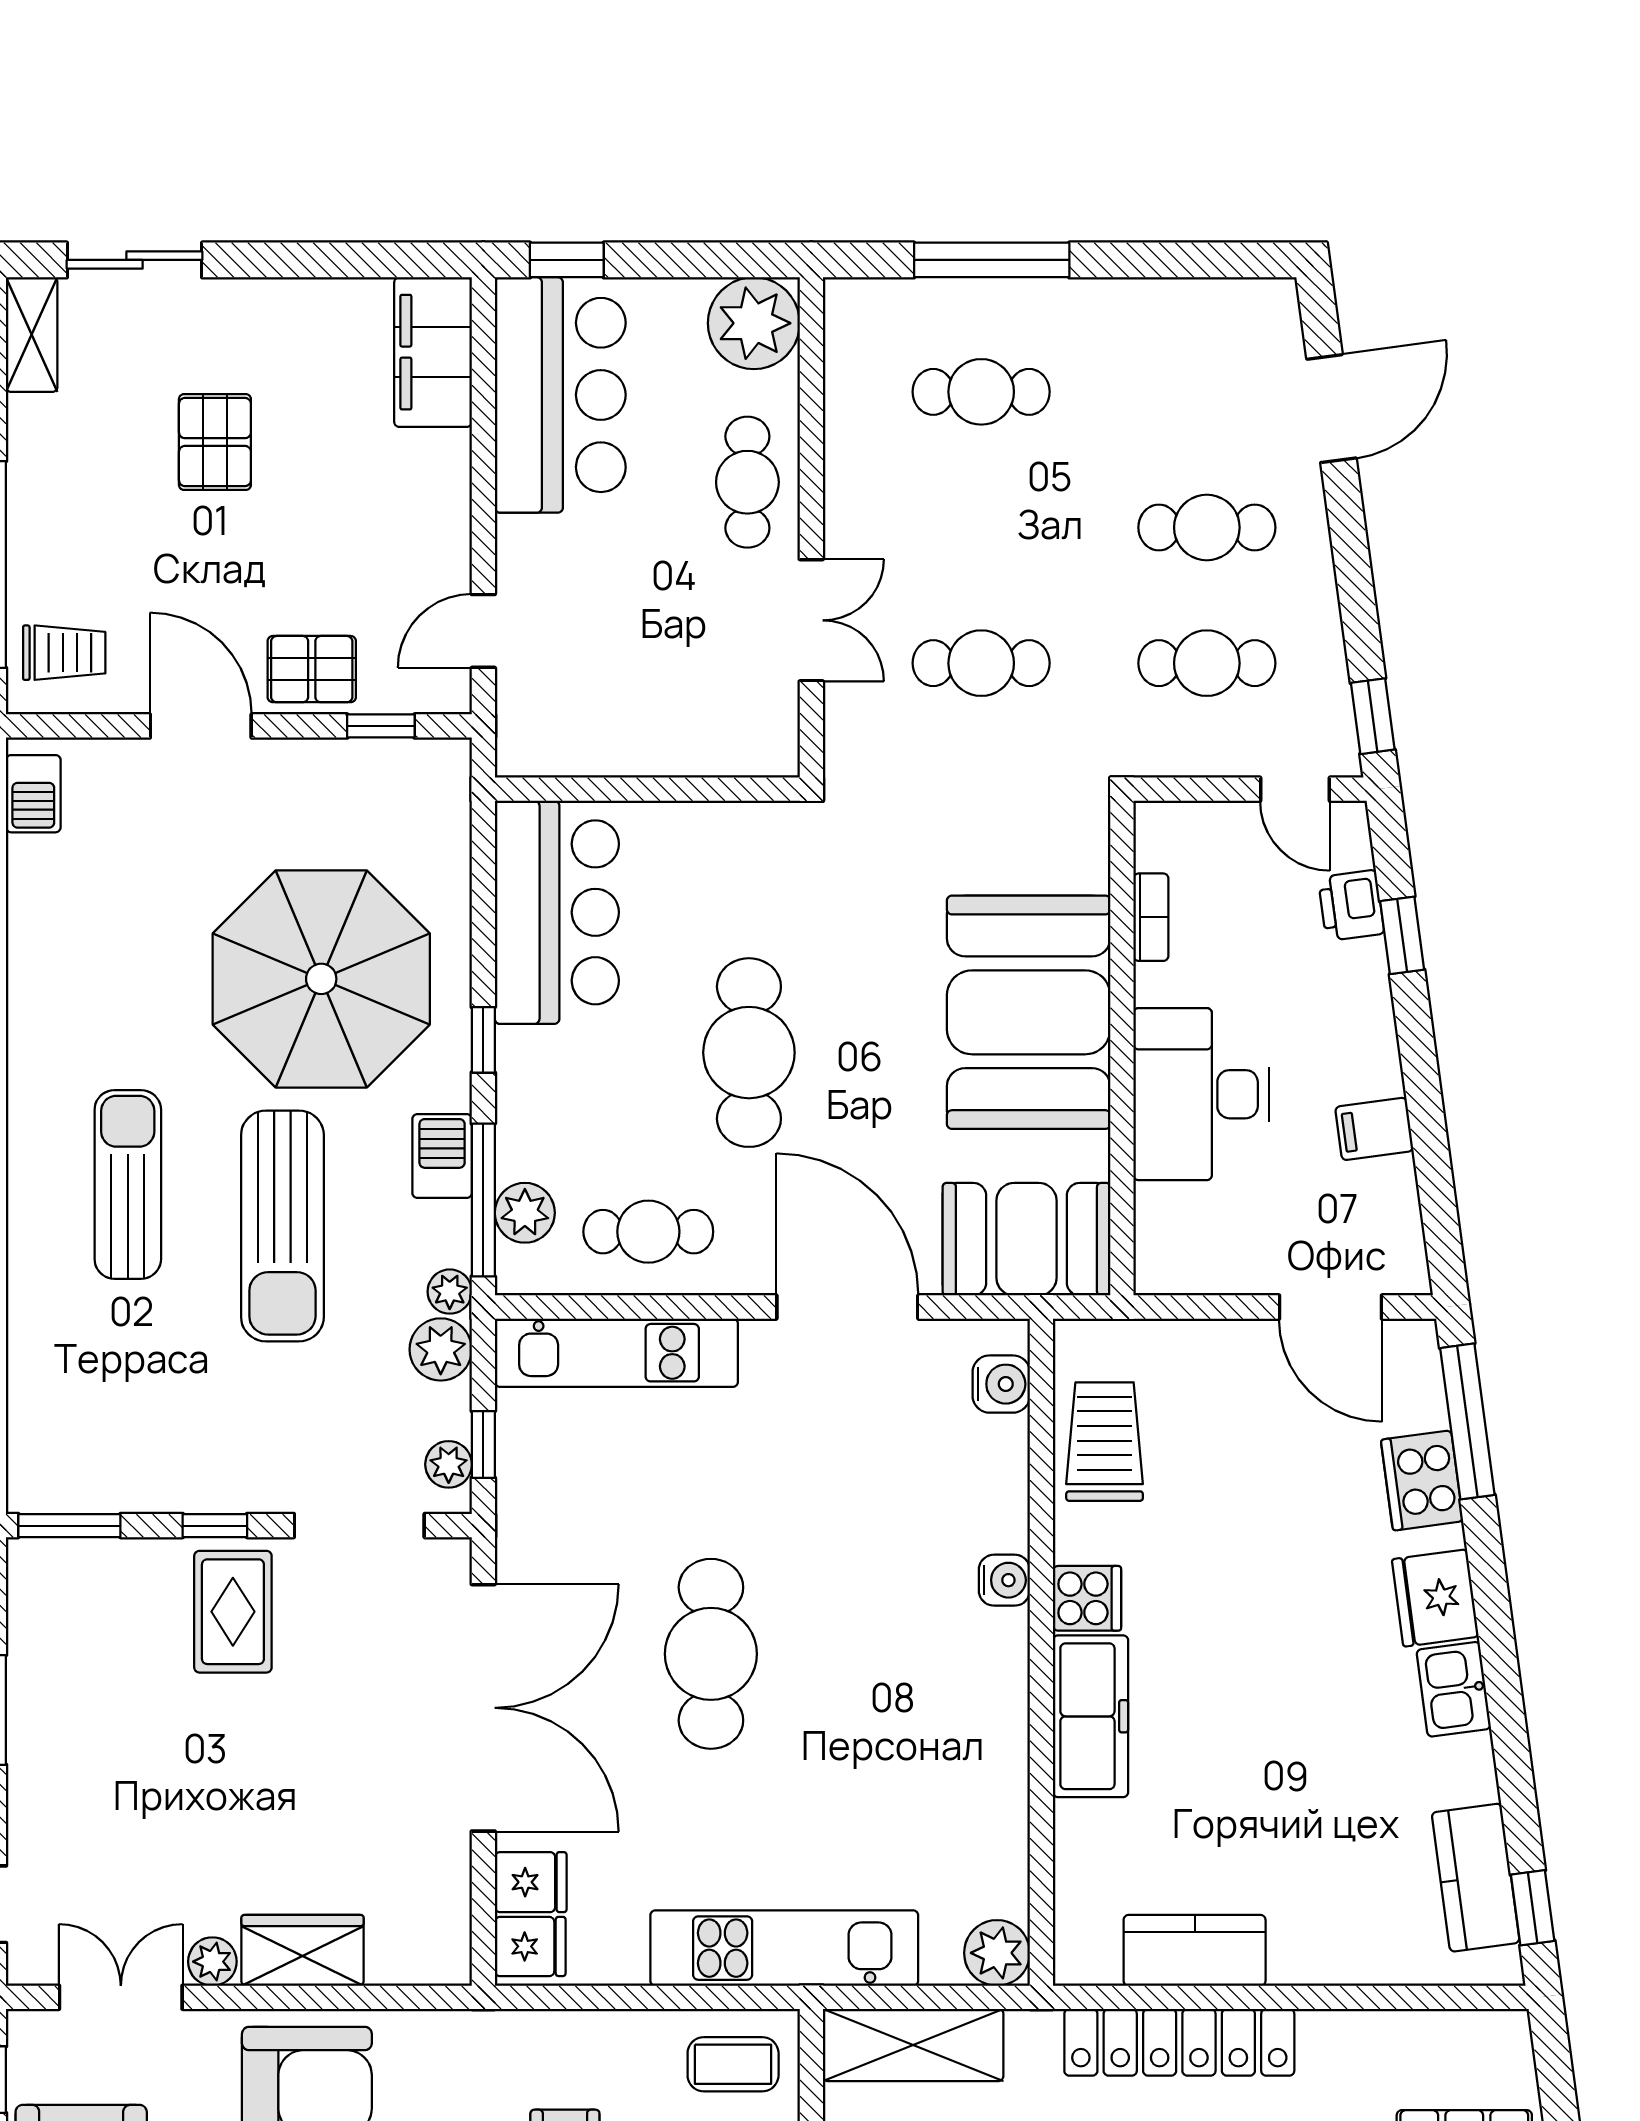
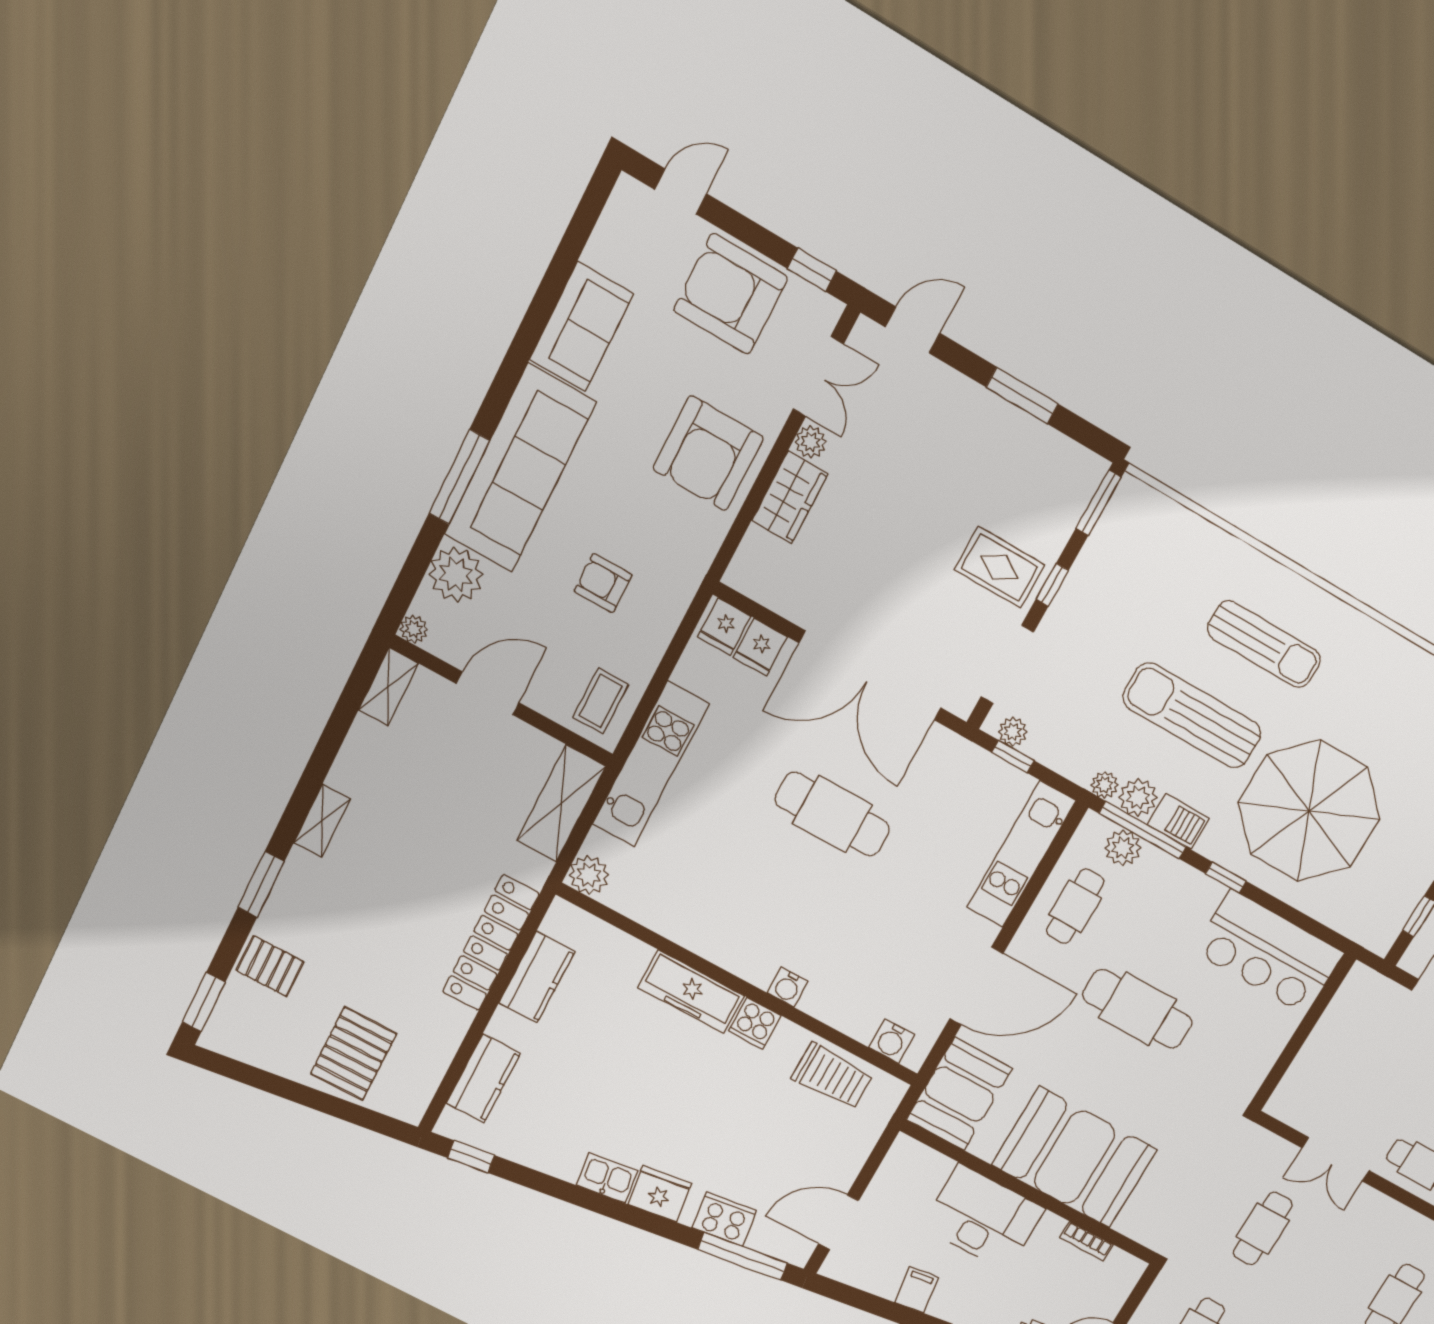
plant: (441, 1349) -> (1138, 798), moved
kitchen counter: (1476, 1878) -> (483, 1078), moved, turned 98

